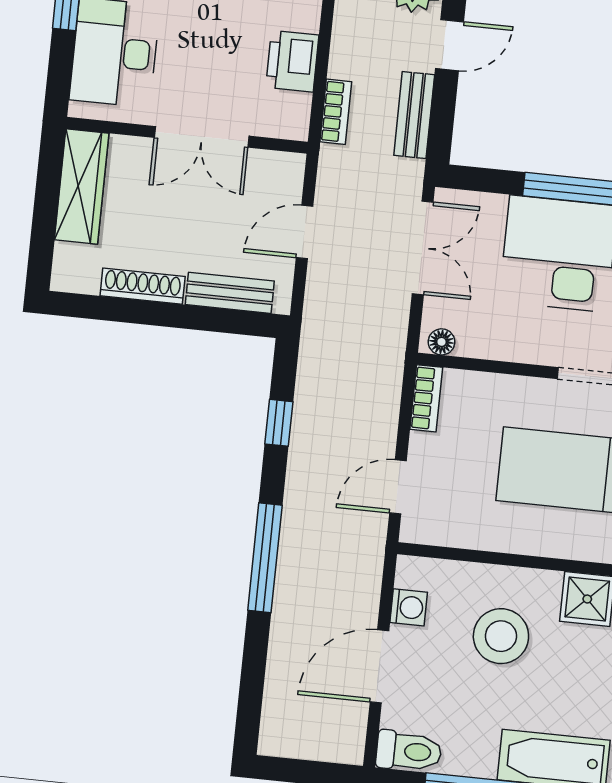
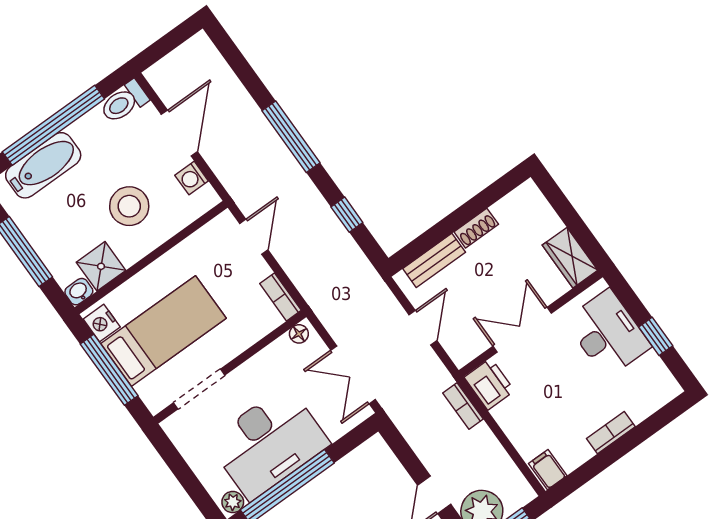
printer: (292, 61) -> (489, 384), moved
bench: (414, 115) -> (420, 441), removed
wardrobe: (82, 187) -> (570, 258), width x0.67
shoe rack: (143, 286) -> (476, 228), width x0.70

